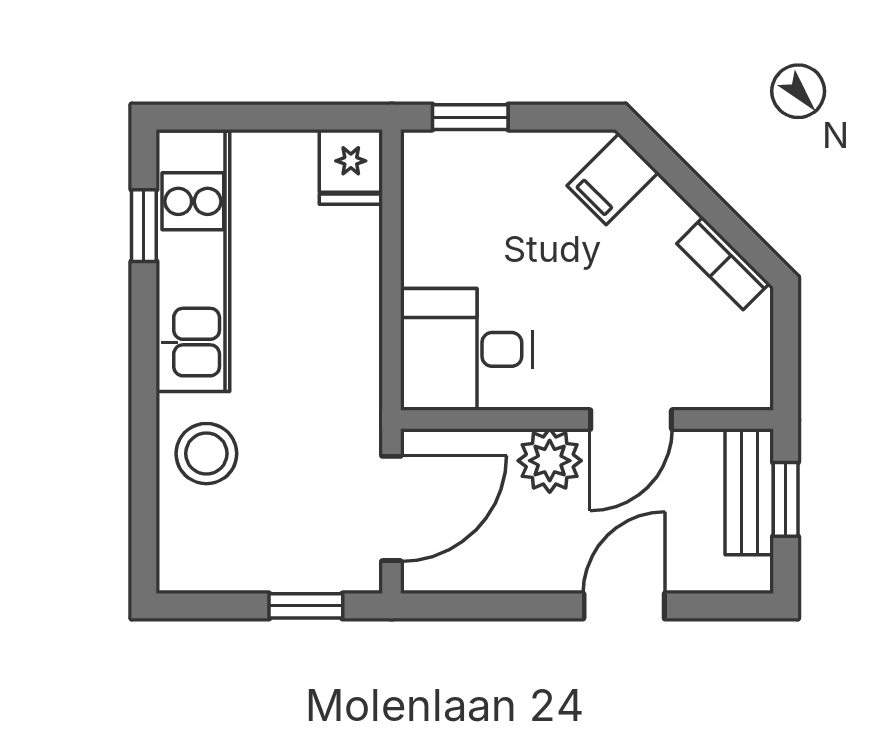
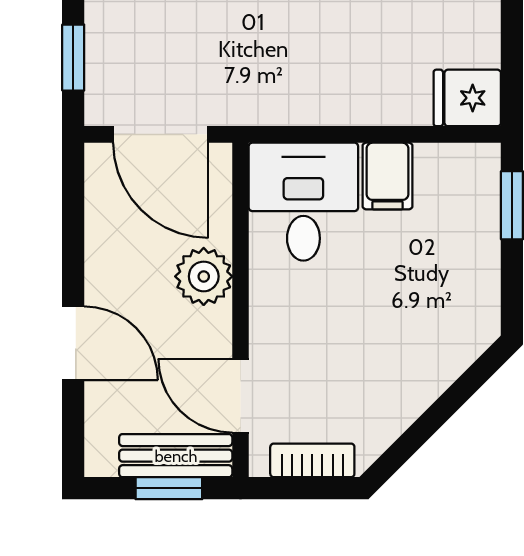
filing cabinet: (613, 179) -> (388, 176), moved, turned -135
bookcase: (723, 263) -> (312, 460), moved, turned 45
door: (631, 420) -> (240, 396), moved

